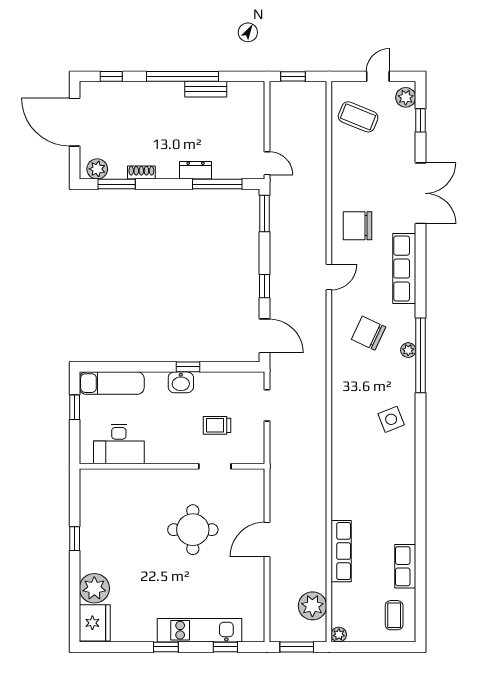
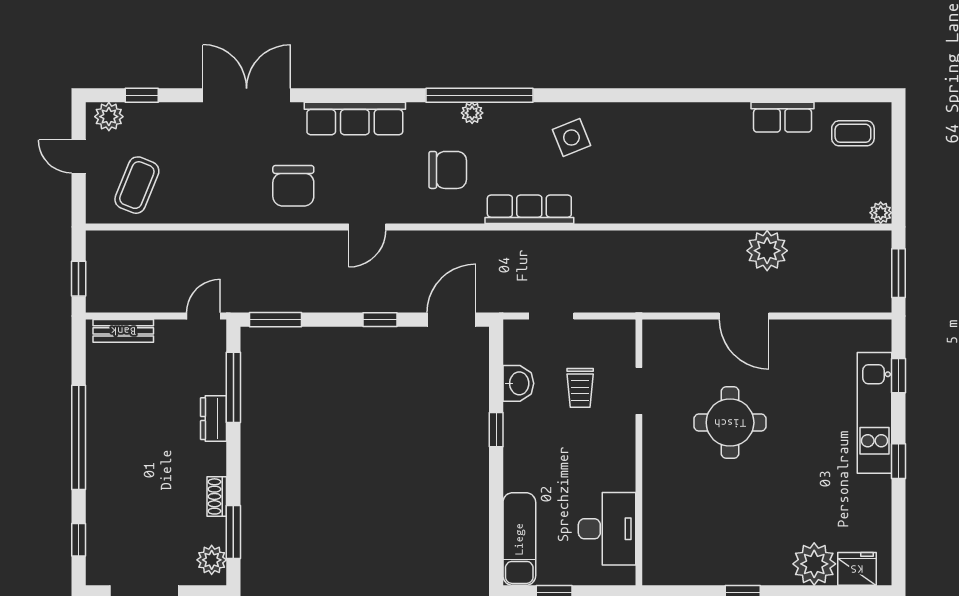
bench: (206, 89) -> (123, 331), moved, turned 90
door: (329, 277) -> (367, 227), swing flipped
chair: (369, 333) -> (448, 170), turned -115
washbasin: (181, 382) -> (518, 383), moved
row of seats: (341, 551) -> (529, 209), moved
plant: (312, 606) -> (767, 251), moved
fridge: (95, 623) -> (857, 569), width x0.73, depth x0.75

